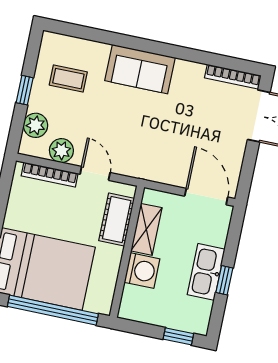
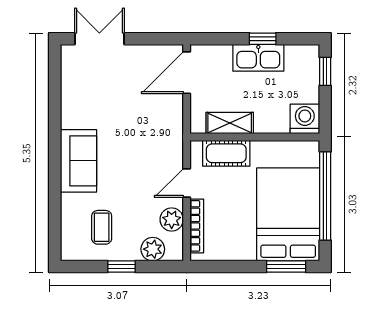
bookcase: (233, 77) -> (67, 71), removed
washing machine: (142, 271) -> (305, 119), moved

